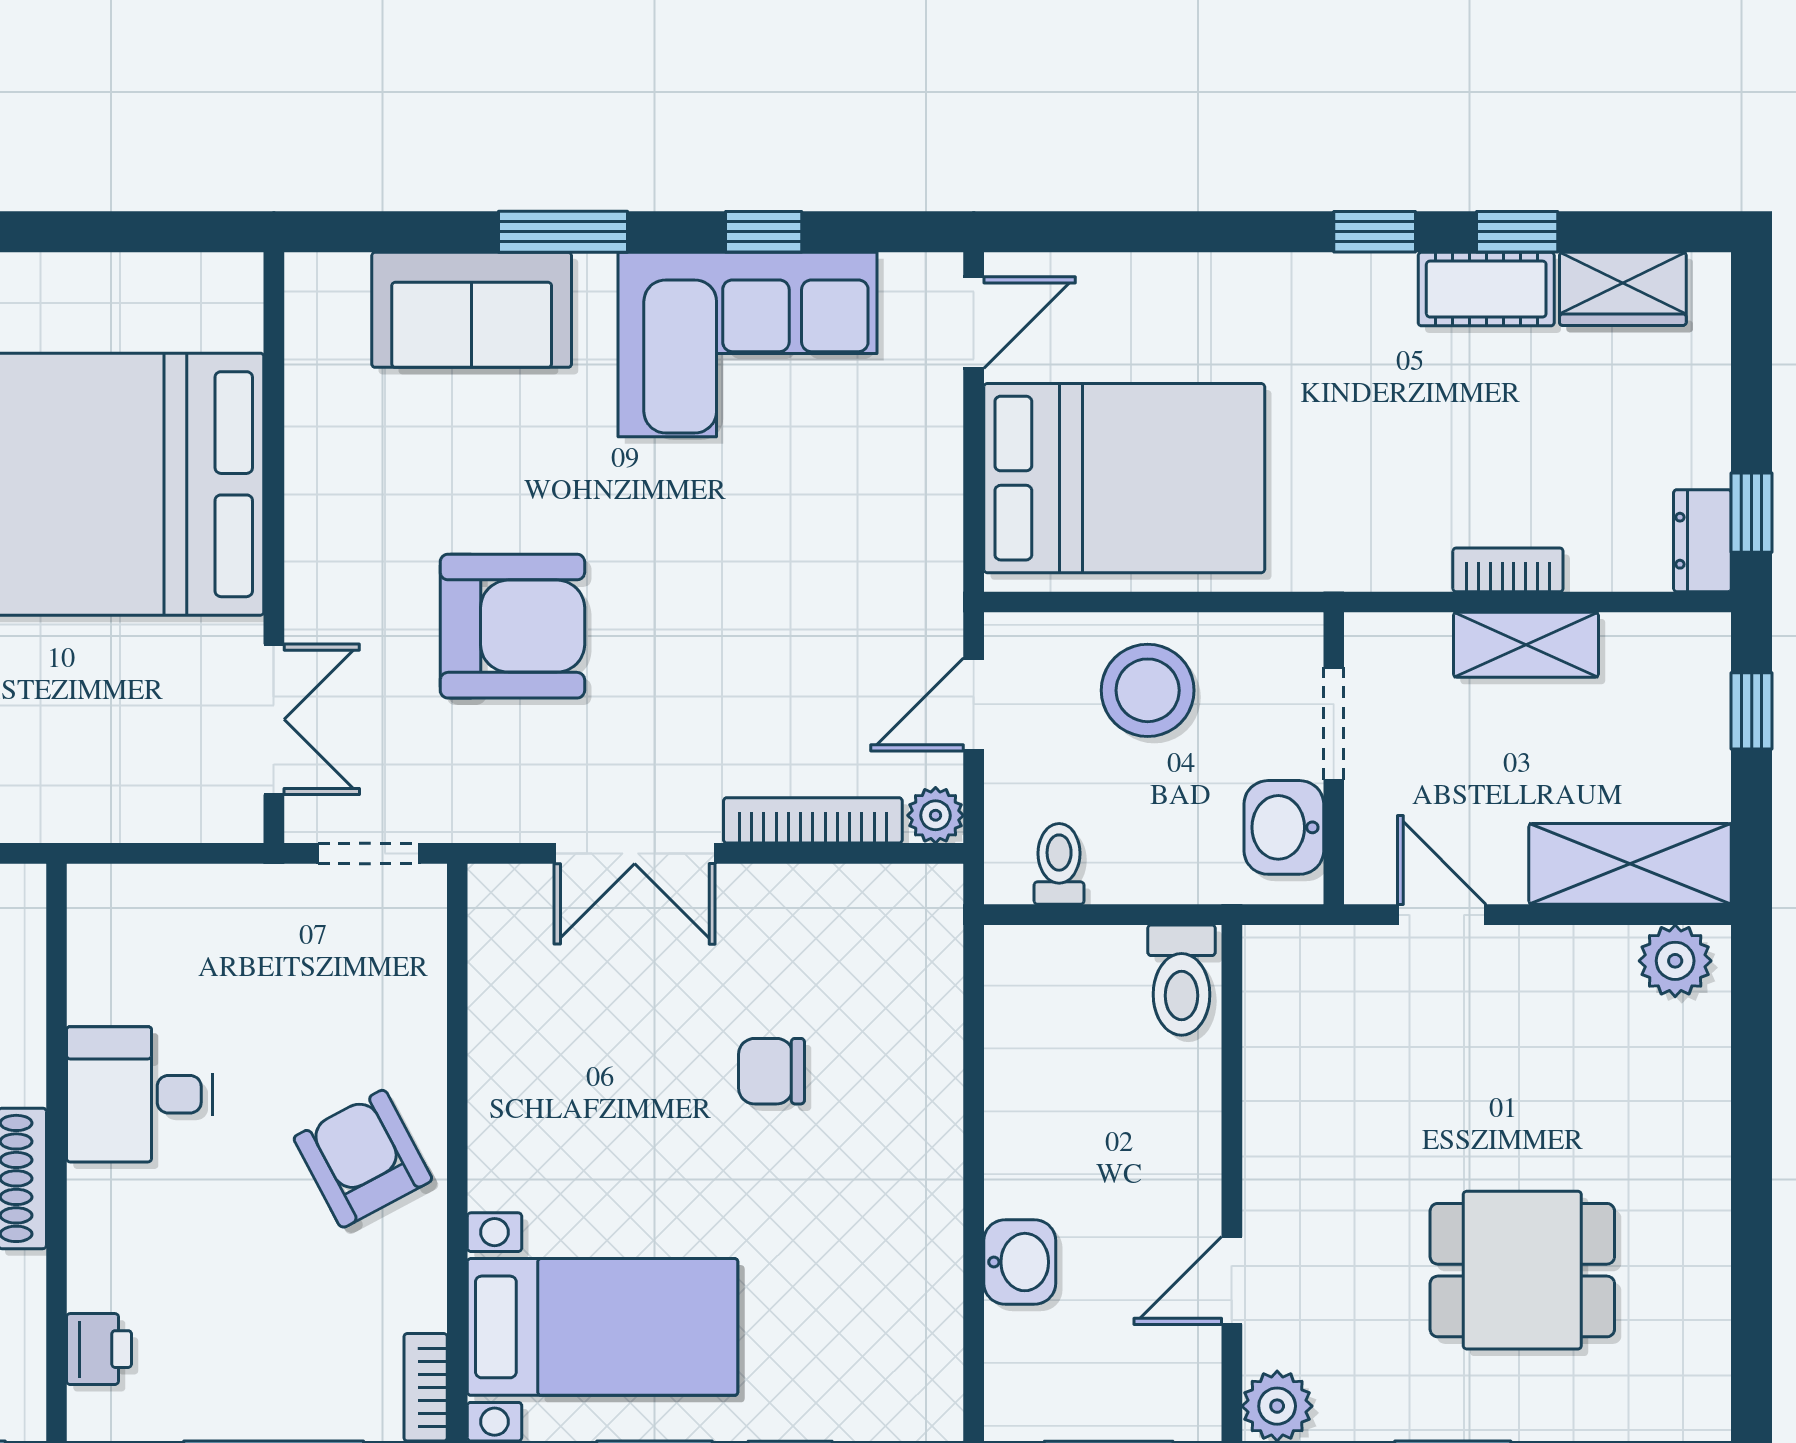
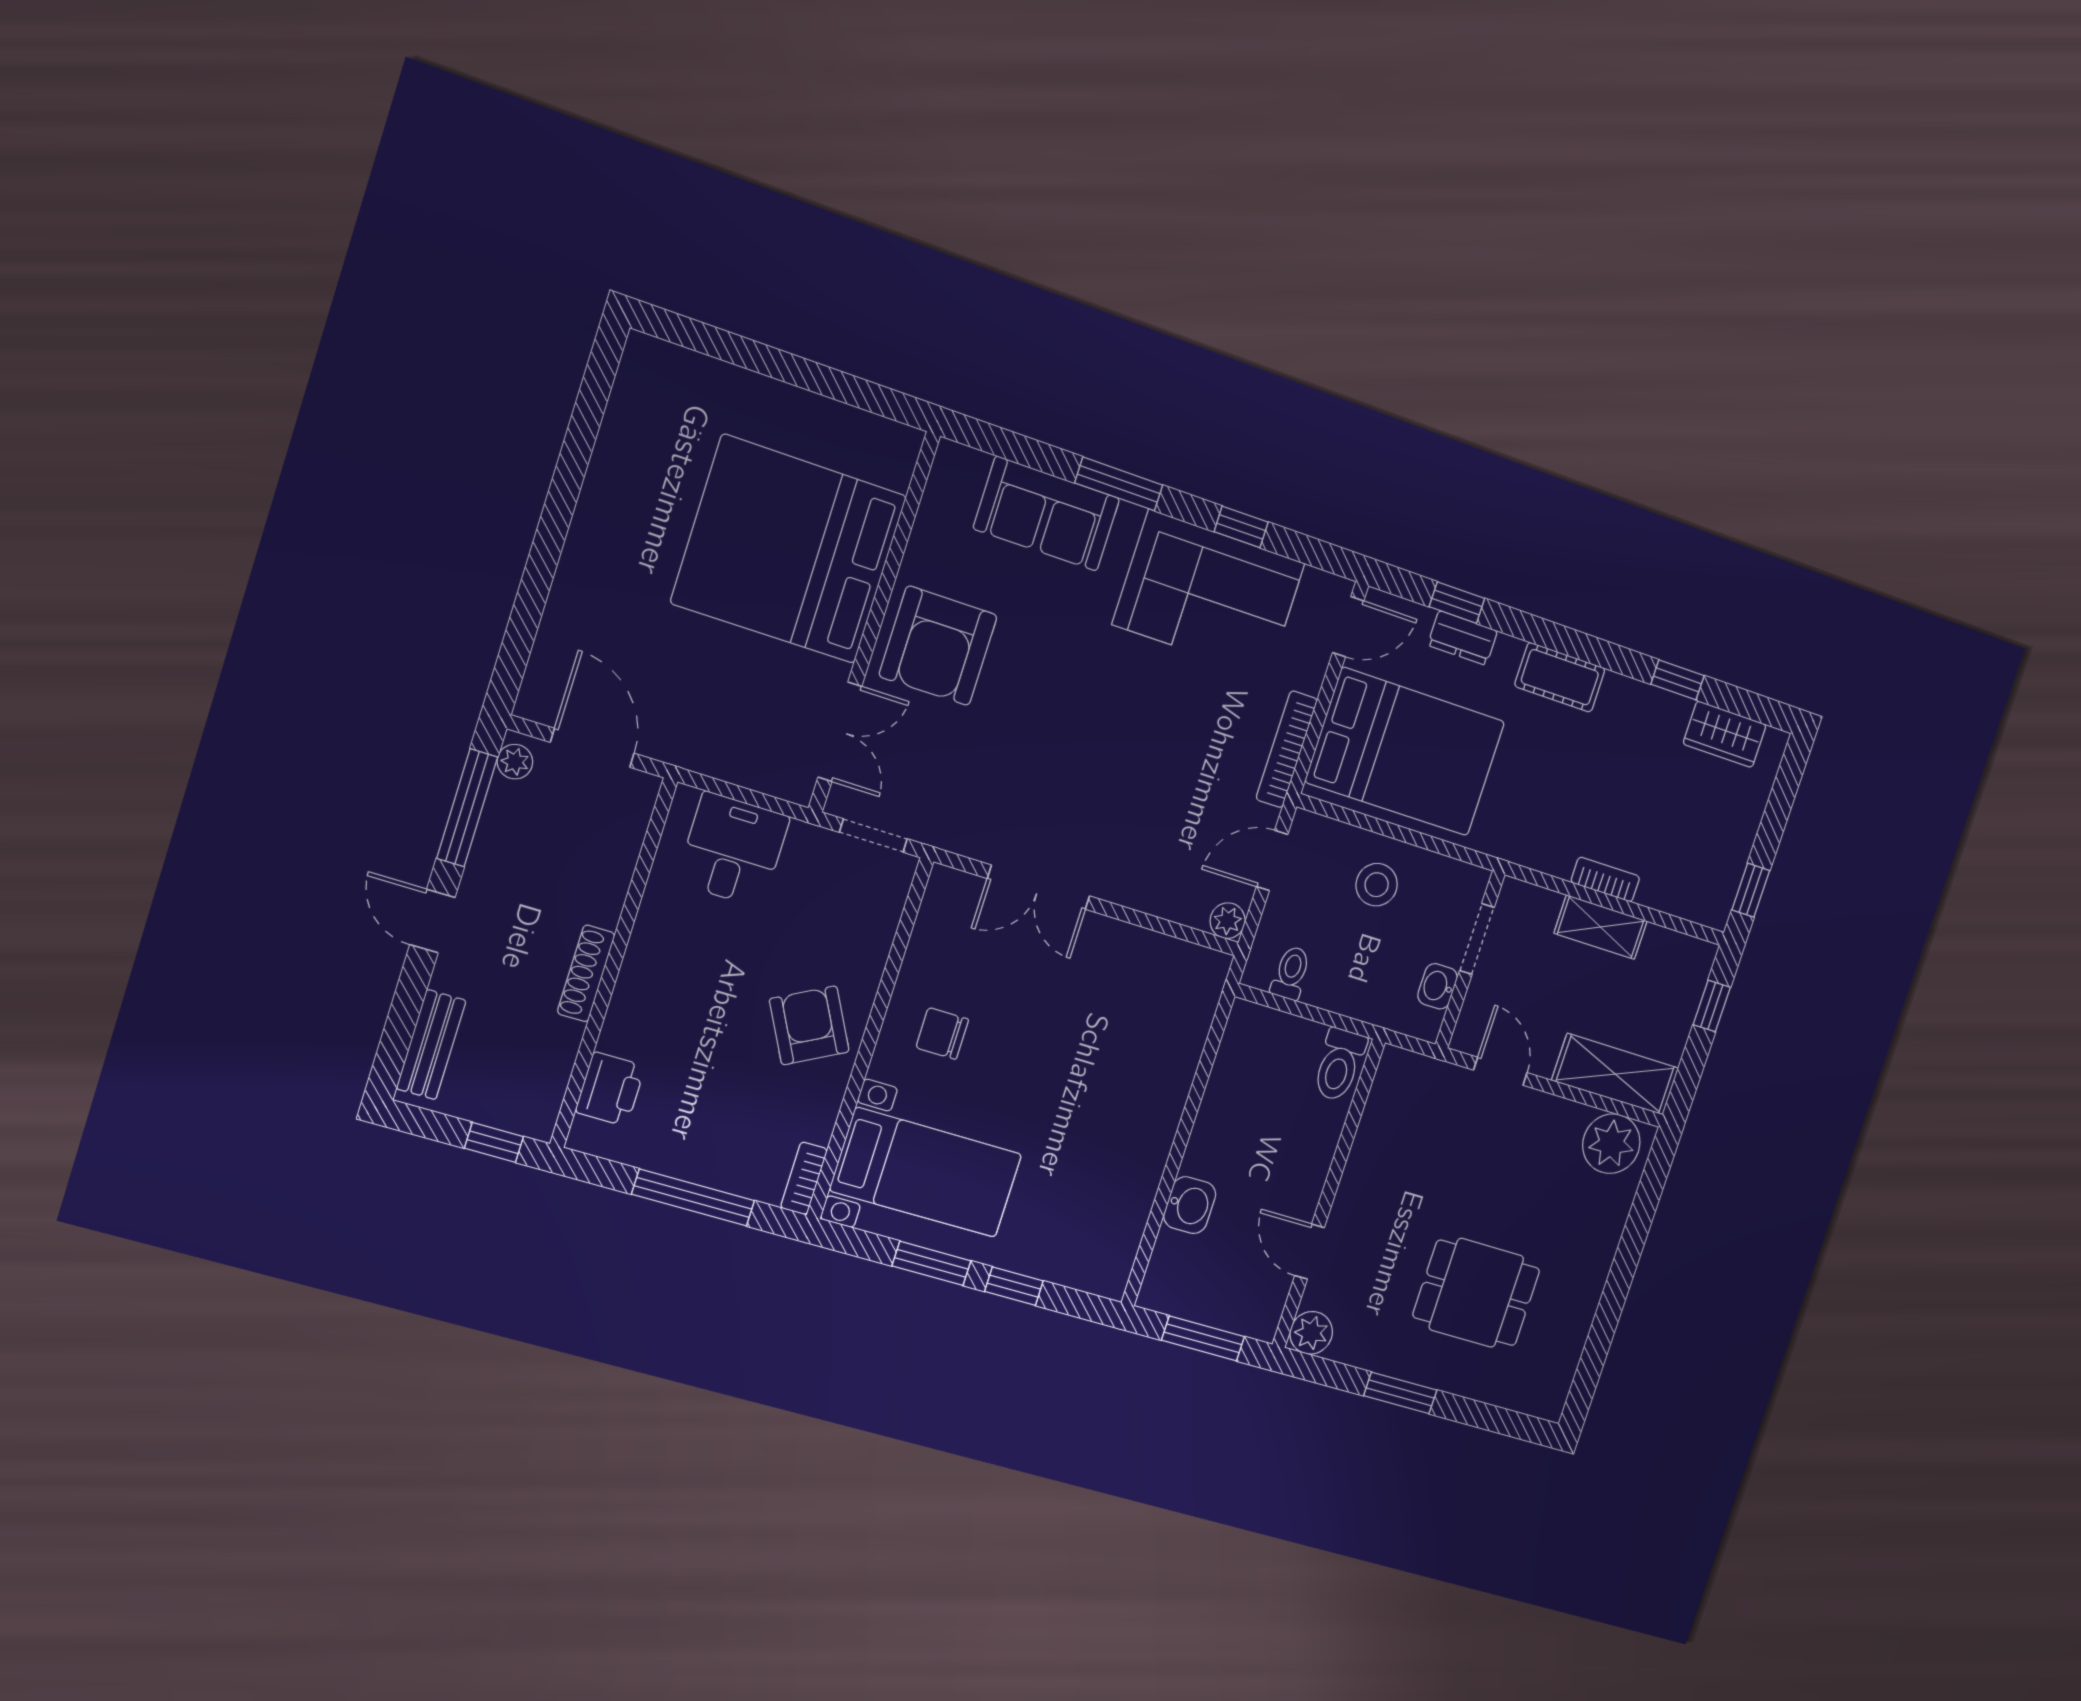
window: (1375, 232) -> (1457, 603), moved
cot: (1486, 289) -> (1560, 677), moved
dresser: (1702, 541) -> (1463, 638), moved, turned -90
armchair: (512, 626) -> (938, 646), moved, turned 90
stool: (1148, 690) -> (1377, 885), width x0.73, depth x0.73
bookcase: (813, 820) -> (1287, 749), moved, turned -90
washbasin: (1284, 827) -> (1438, 986), width x0.72, depth x0.69
plant: (1675, 961) -> (1611, 1144), width x1.36, depth x1.36
chair: (772, 1071) -> (942, 1033), moved
desk: (140, 1094) -> (733, 850), moved, turned 90
door: (1232, 1280) -> (1310, 1252), hinge flipped
printer: (99, 1349) -> (610, 1089), width x1.36, depth x1.24

